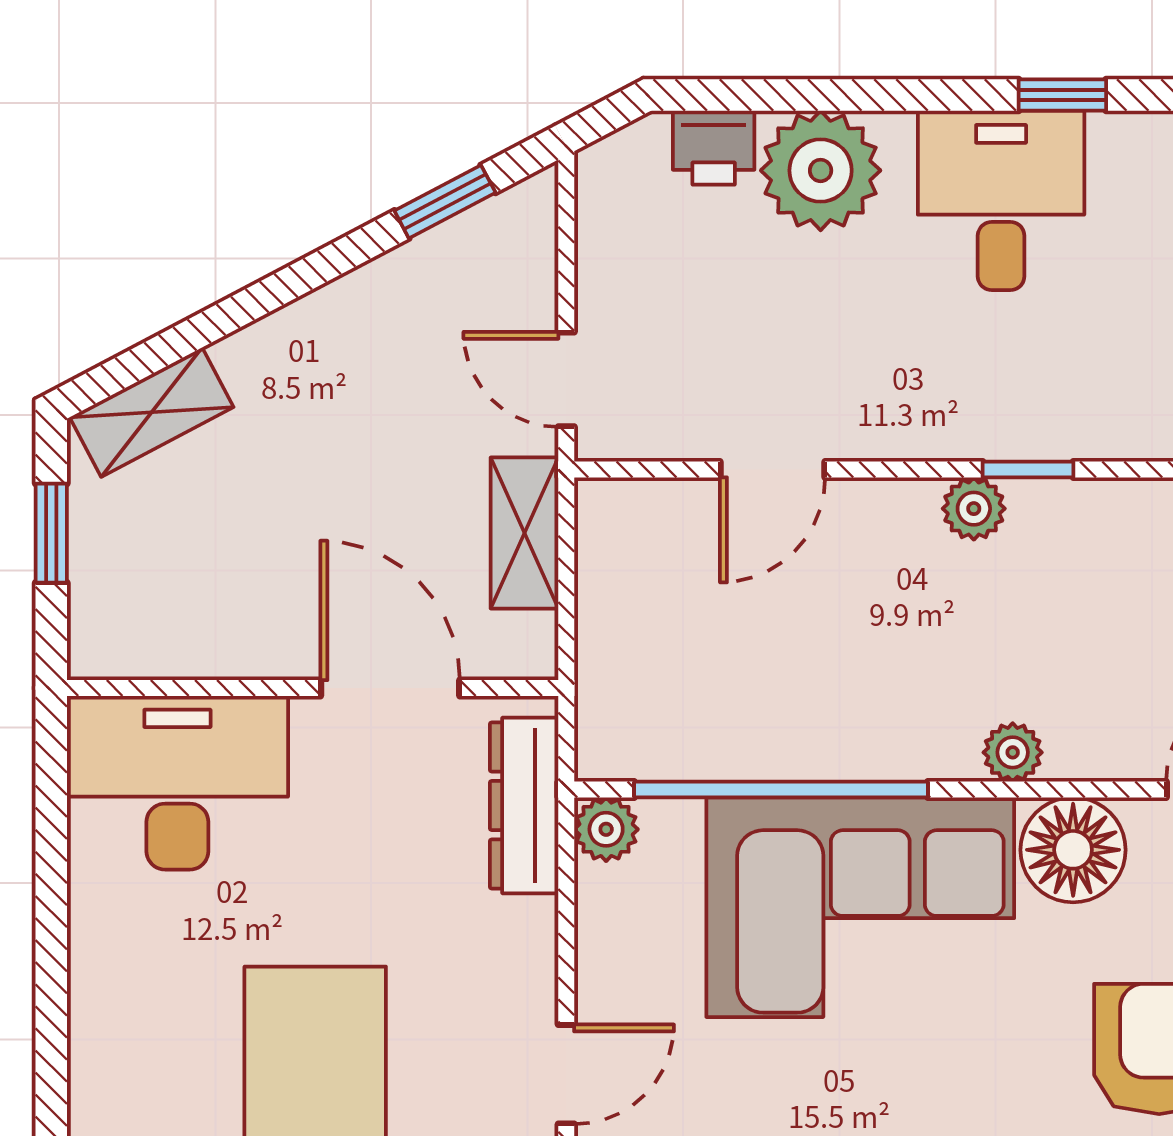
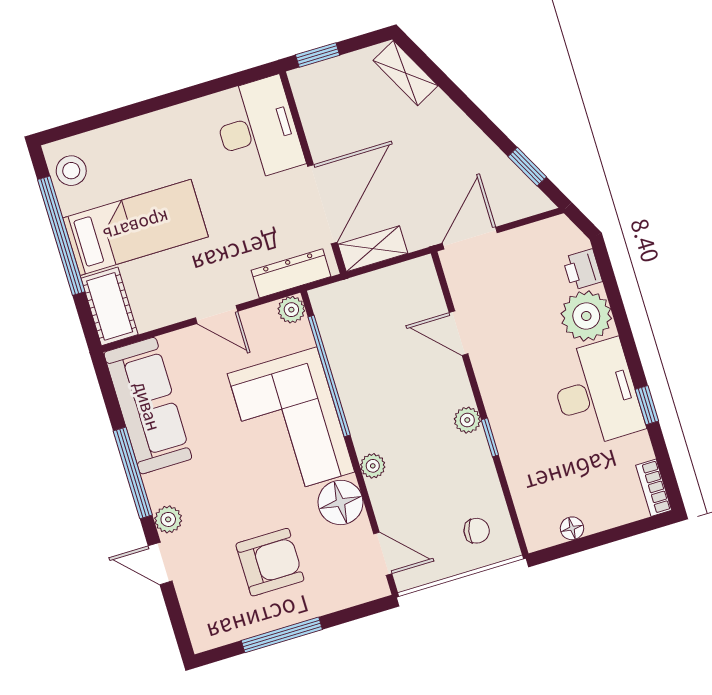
desk: (1001, 200) -> (596, 393), width x1.37
door: (566, 379) -> (470, 238), width x1.37
window: (51, 533) -> (318, 55), moved
shelving: (524, 533) -> (373, 249), moved
door: (390, 688) -> (322, 204), width x1.36
door: (566, 1074) -> (217, 315), moved

